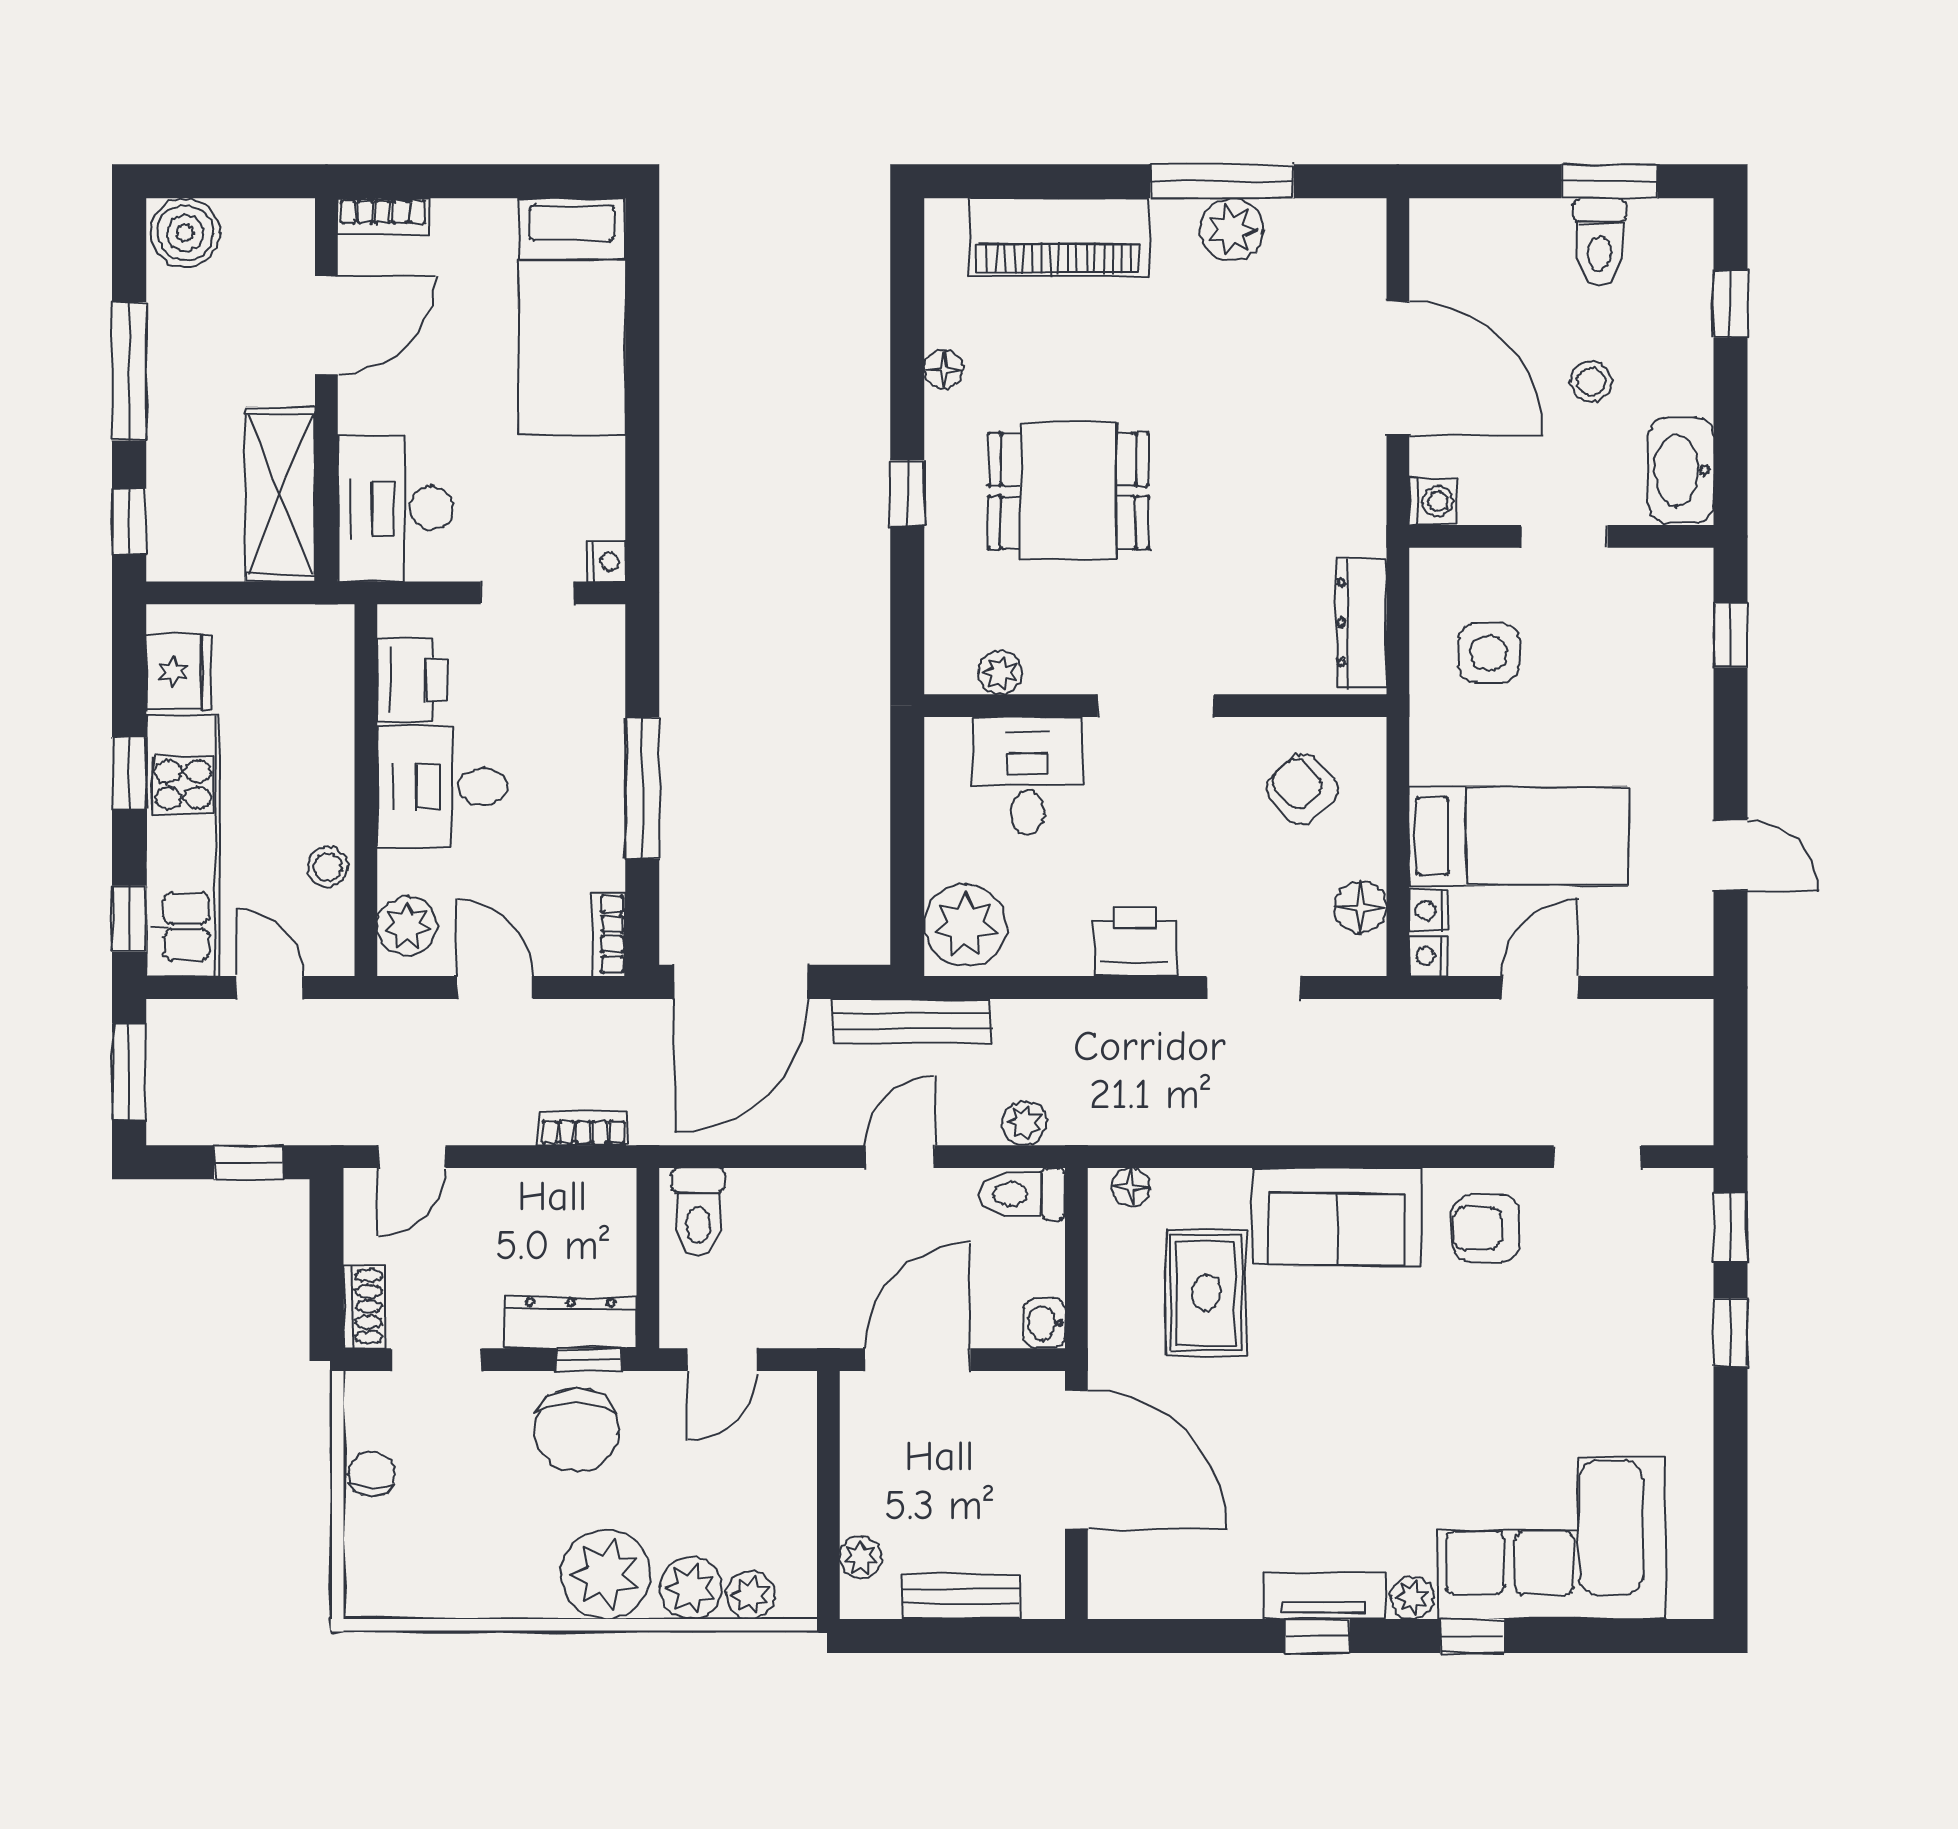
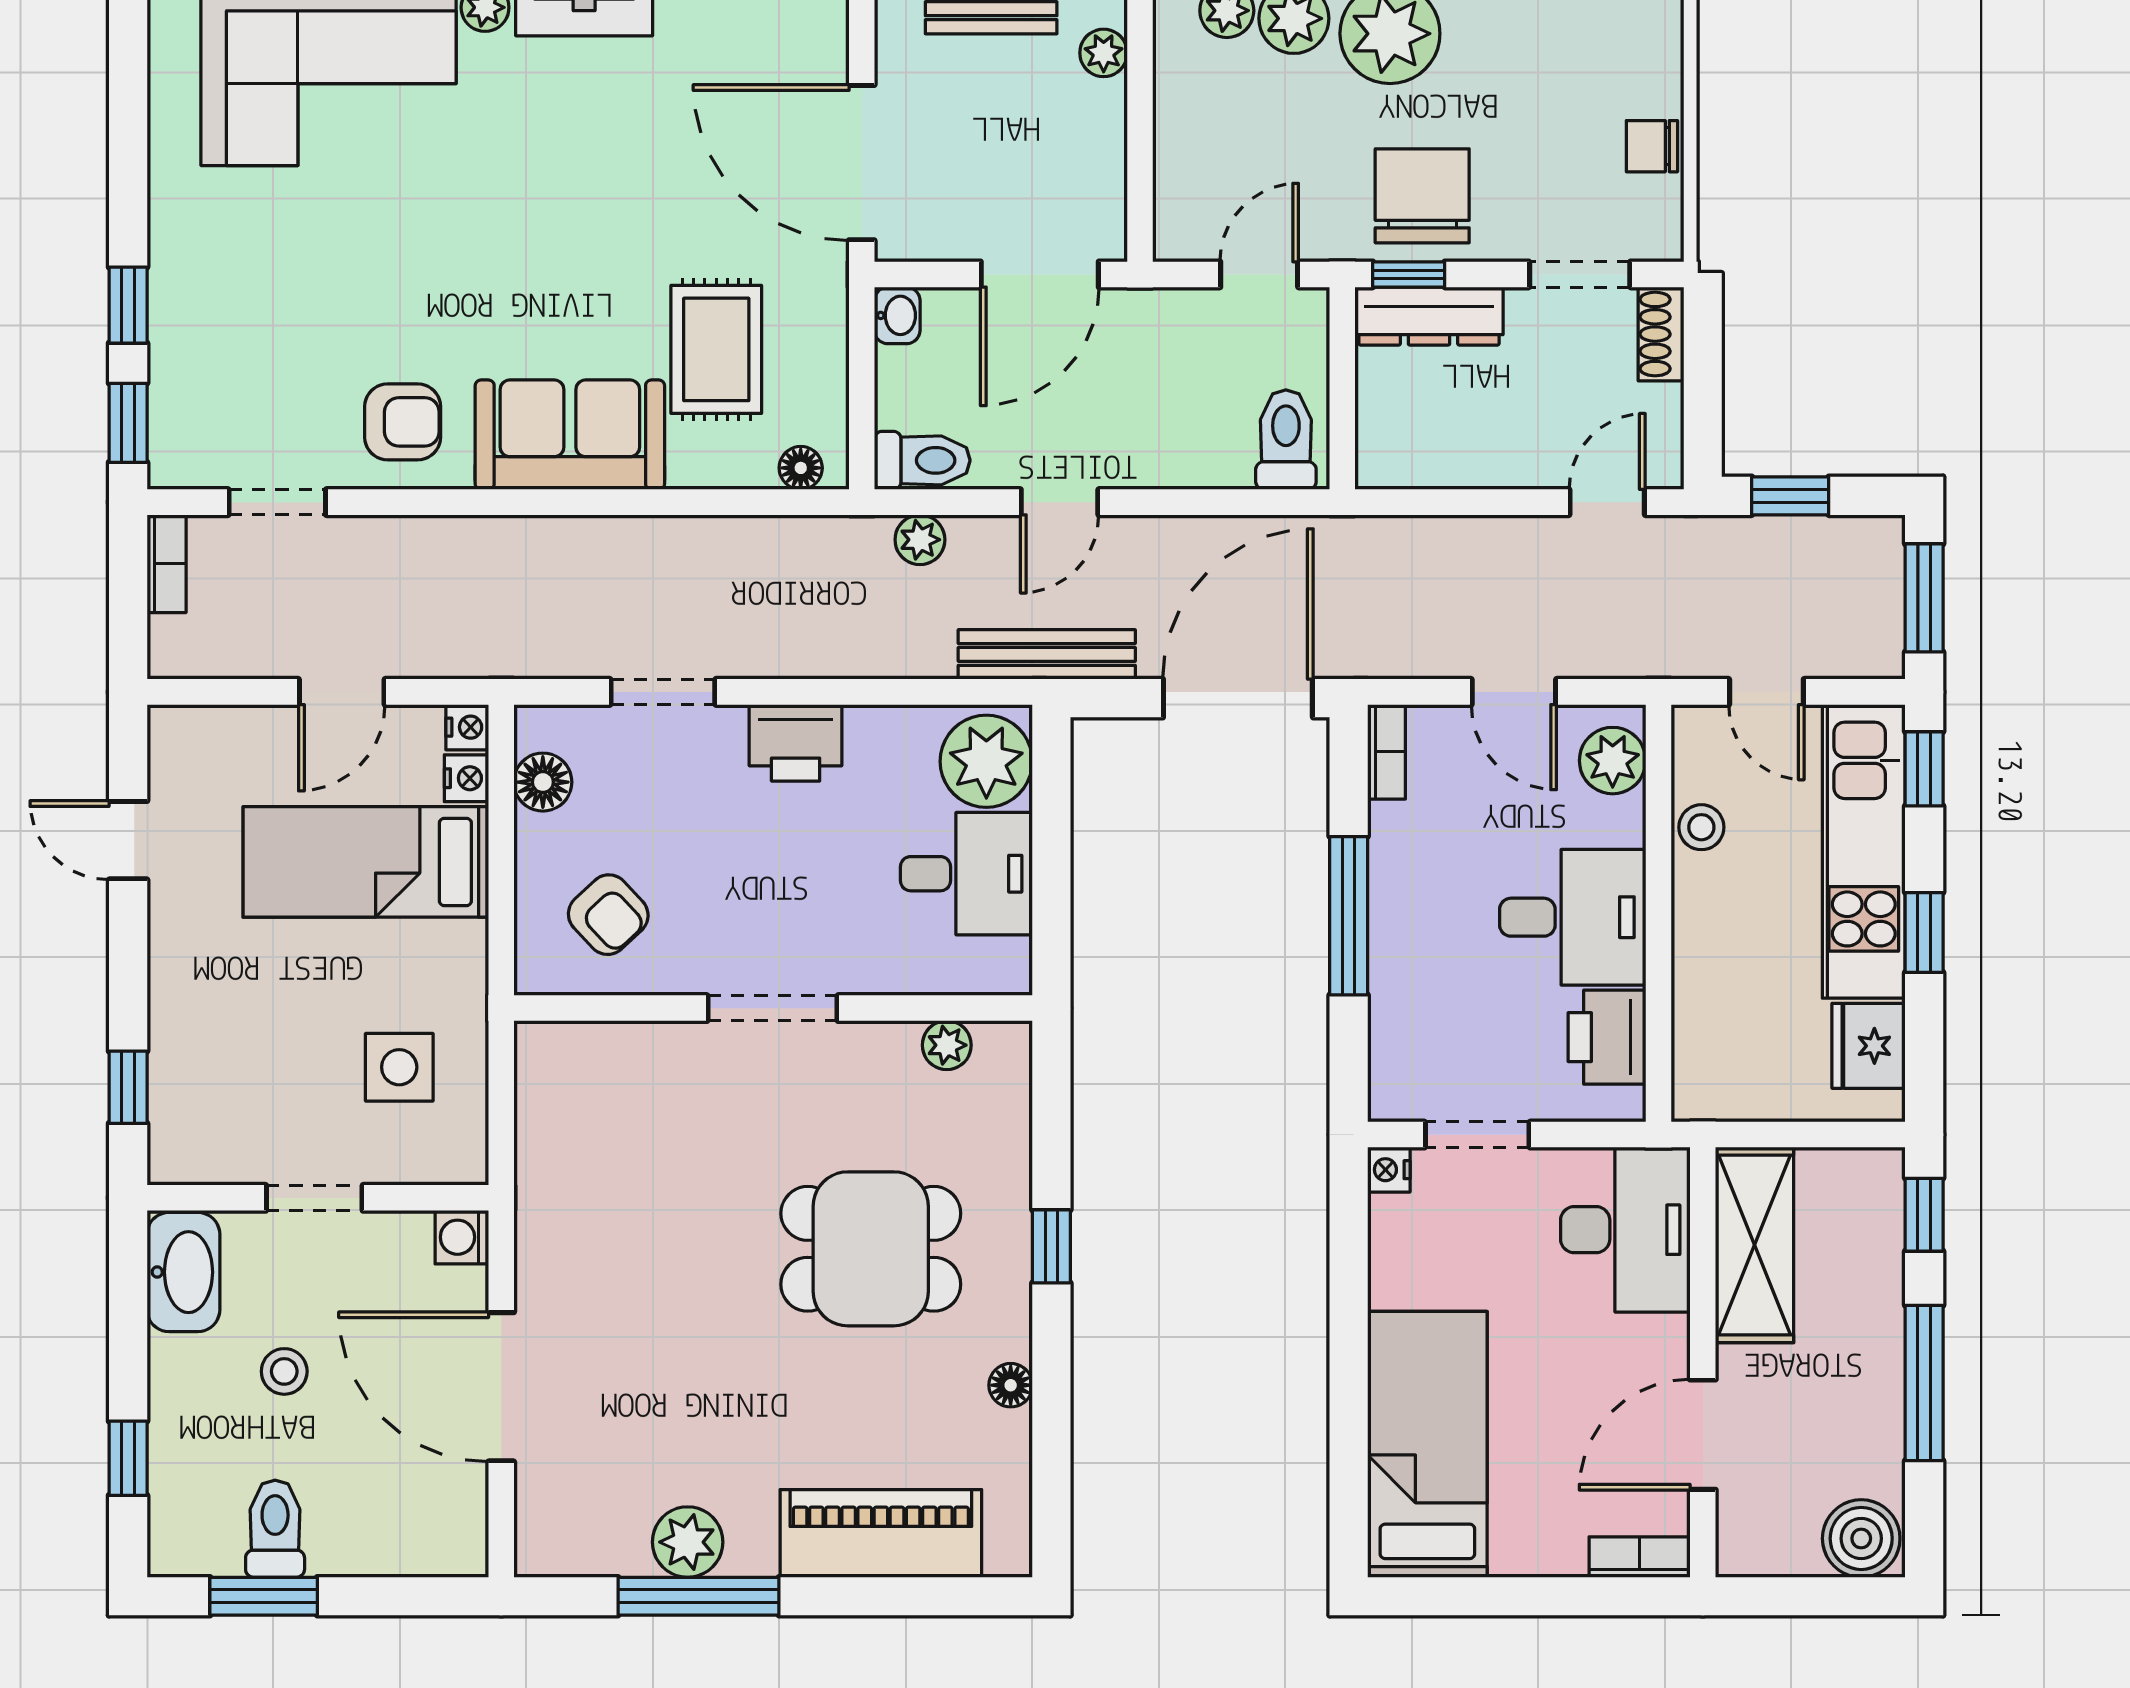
dresser: (1361, 623) -> (542, 1101), removed
desk: (1028, 776) -> (966, 874), moved, turned -90
bookcase: (583, 1128) -> (167, 564), moved, turned -90
chair: (372, 1474) -> (1652, 146), turned 90

